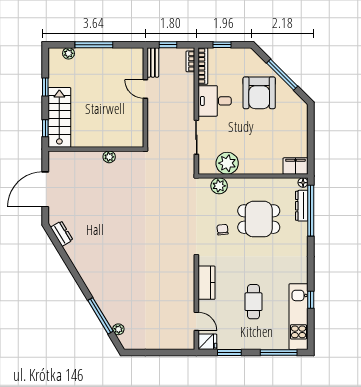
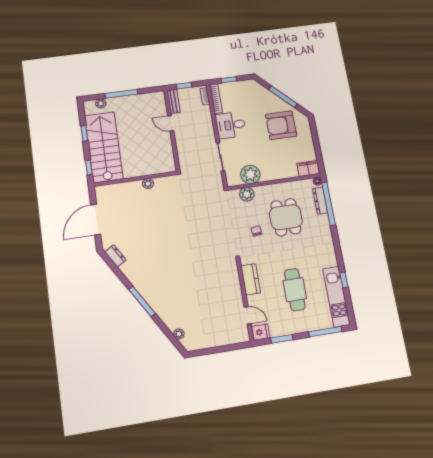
armchair: (259, 93) -> (281, 125), moved, turned 90
stairs: (59, 117) -> (104, 147), width x1.36, depth x1.51
dining table: (259, 219) -> (286, 217), turned 90
cafe table: (253, 302) -> (295, 290), width x1.37, depth x1.35
window: (100, 316) -> (142, 301), moved

